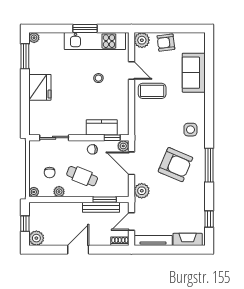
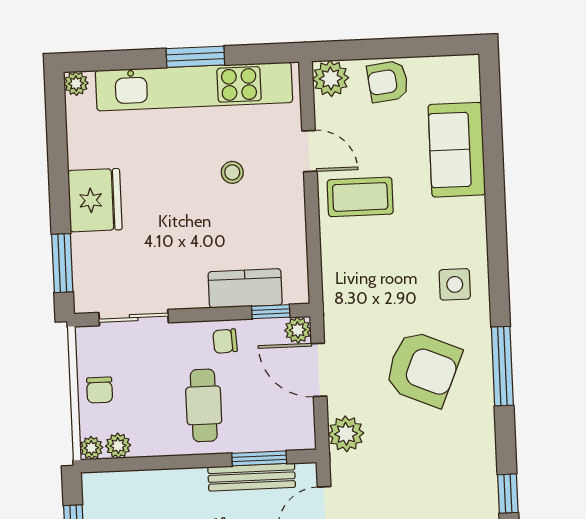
kitchen unit: (95, 41) -> (194, 86), width x1.36
window: (25, 56) -> (62, 263), moved
chair: (50, 173) -> (100, 390), moved
cafe table: (82, 176) -> (204, 405), turned 68
plant: (59, 192) -> (118, 446), moved

